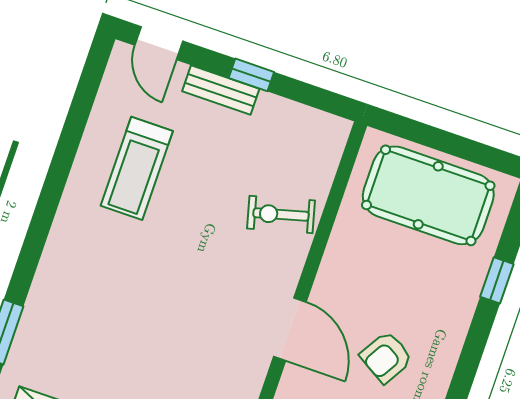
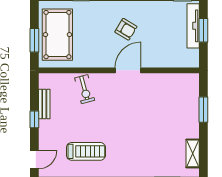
bench: (221, 90) -> (44, 104), moved
window: (434, 138) -> (34, 40), added

